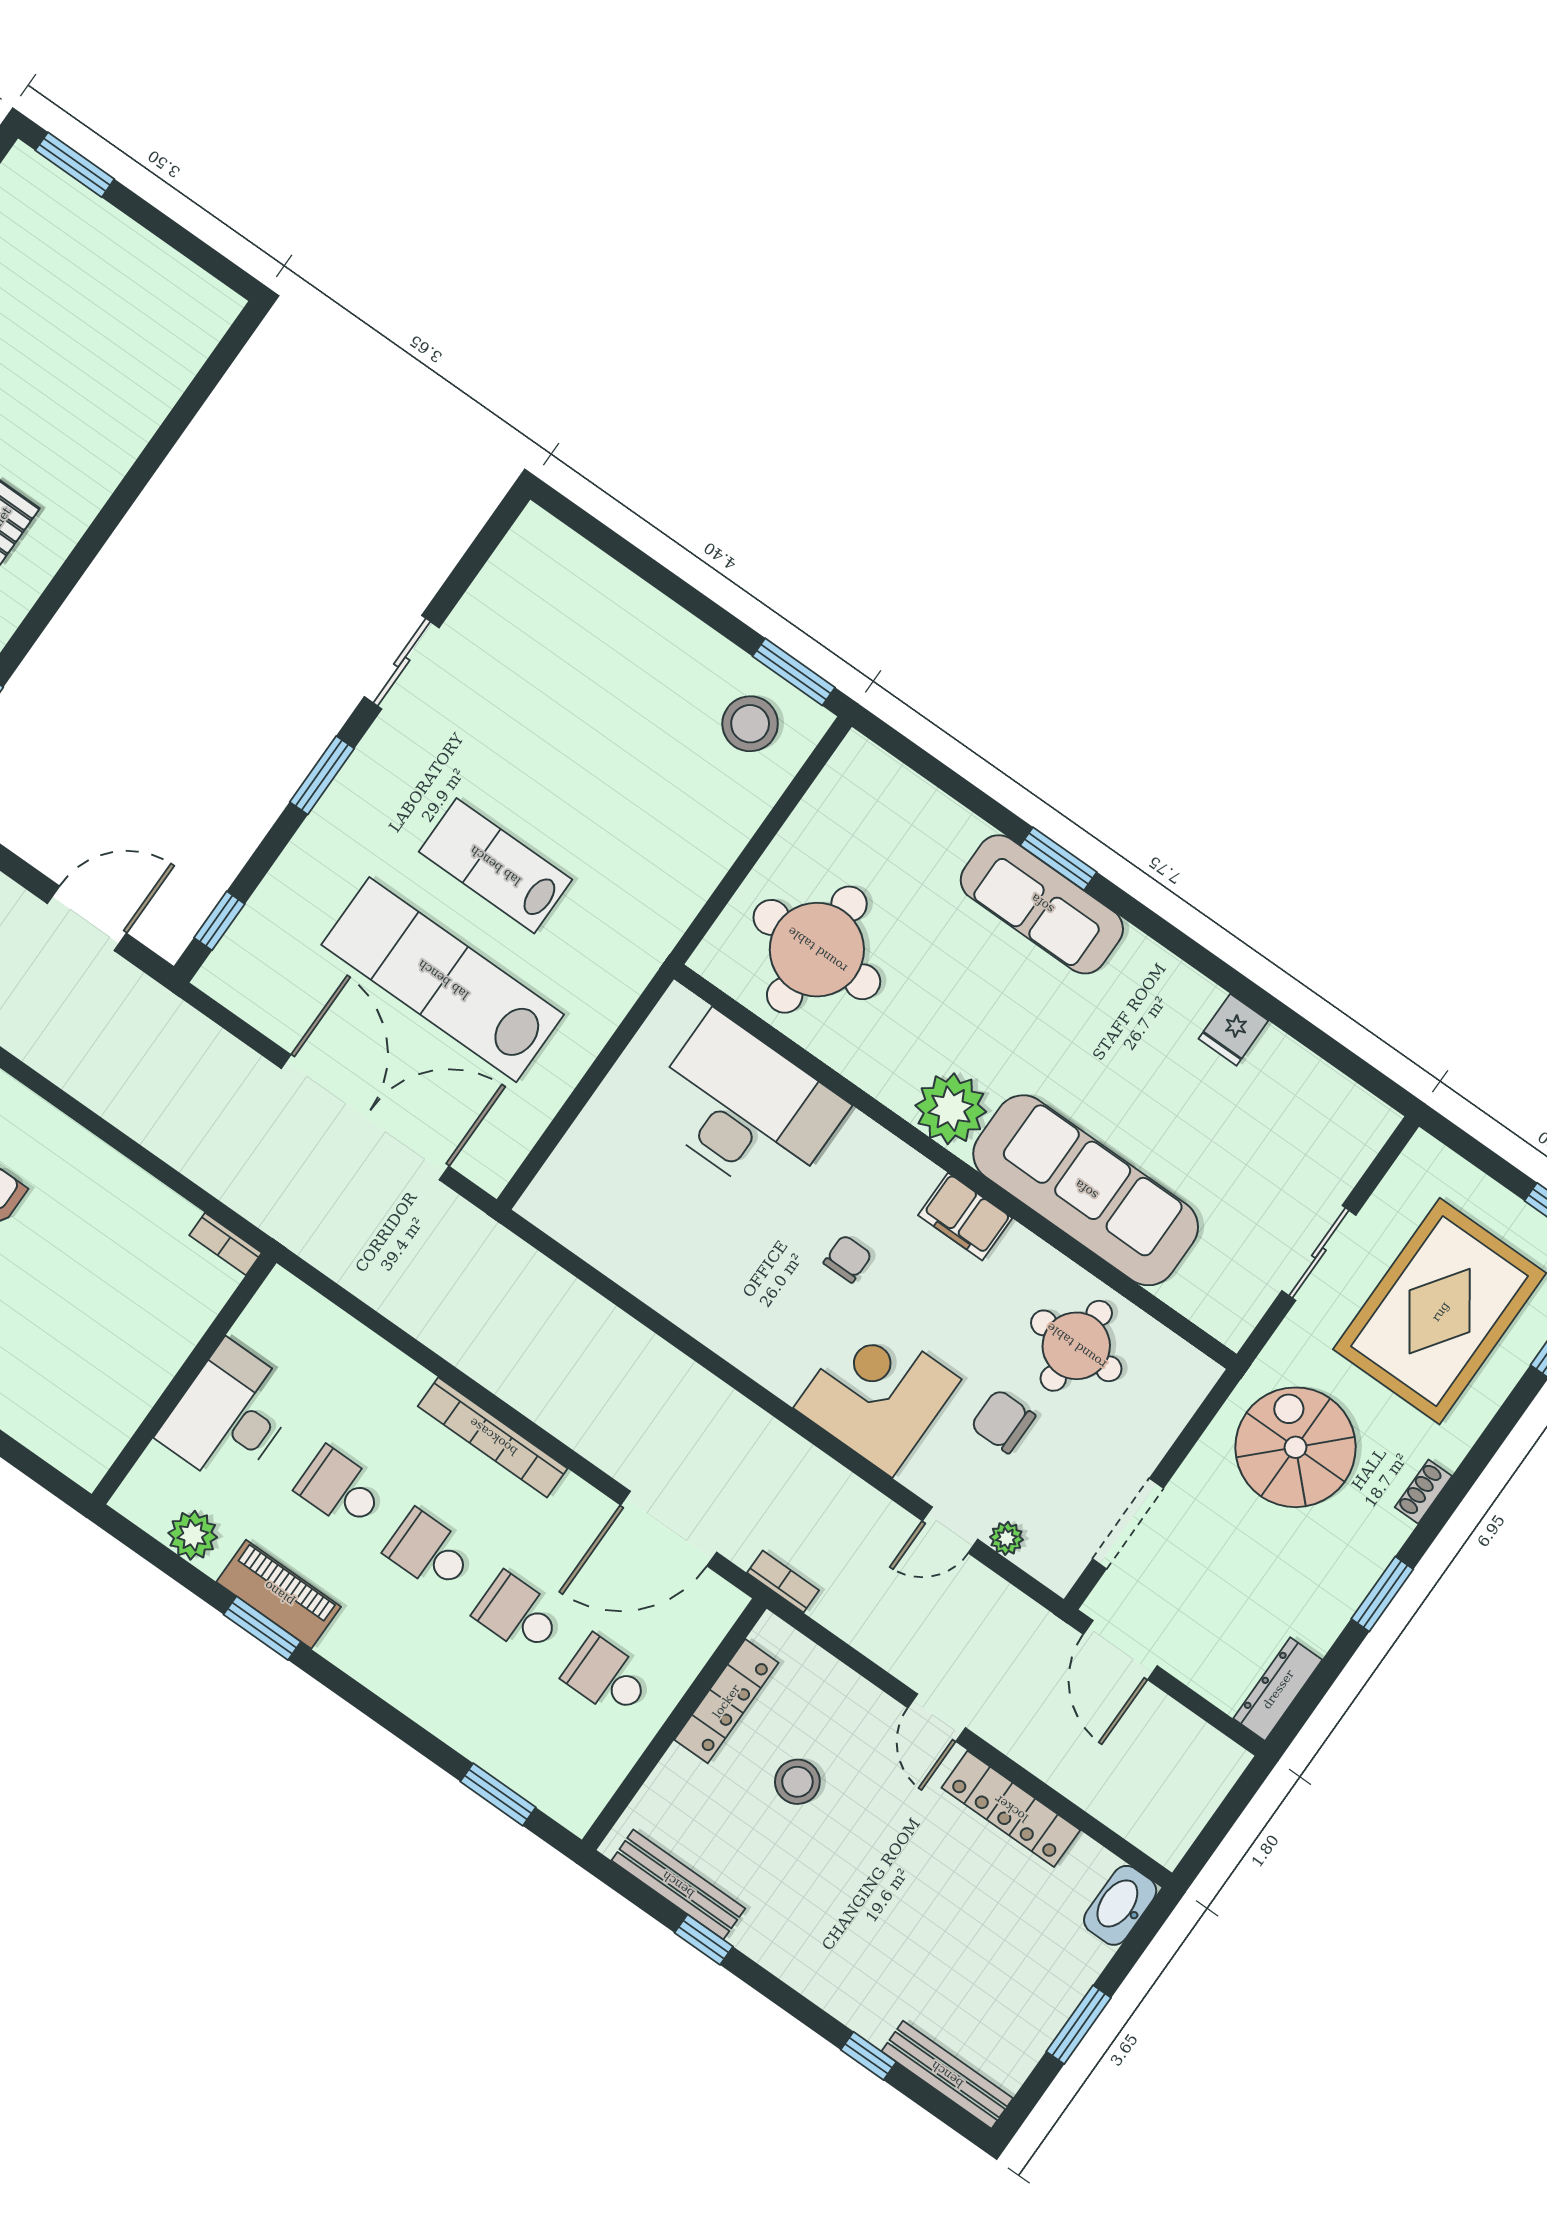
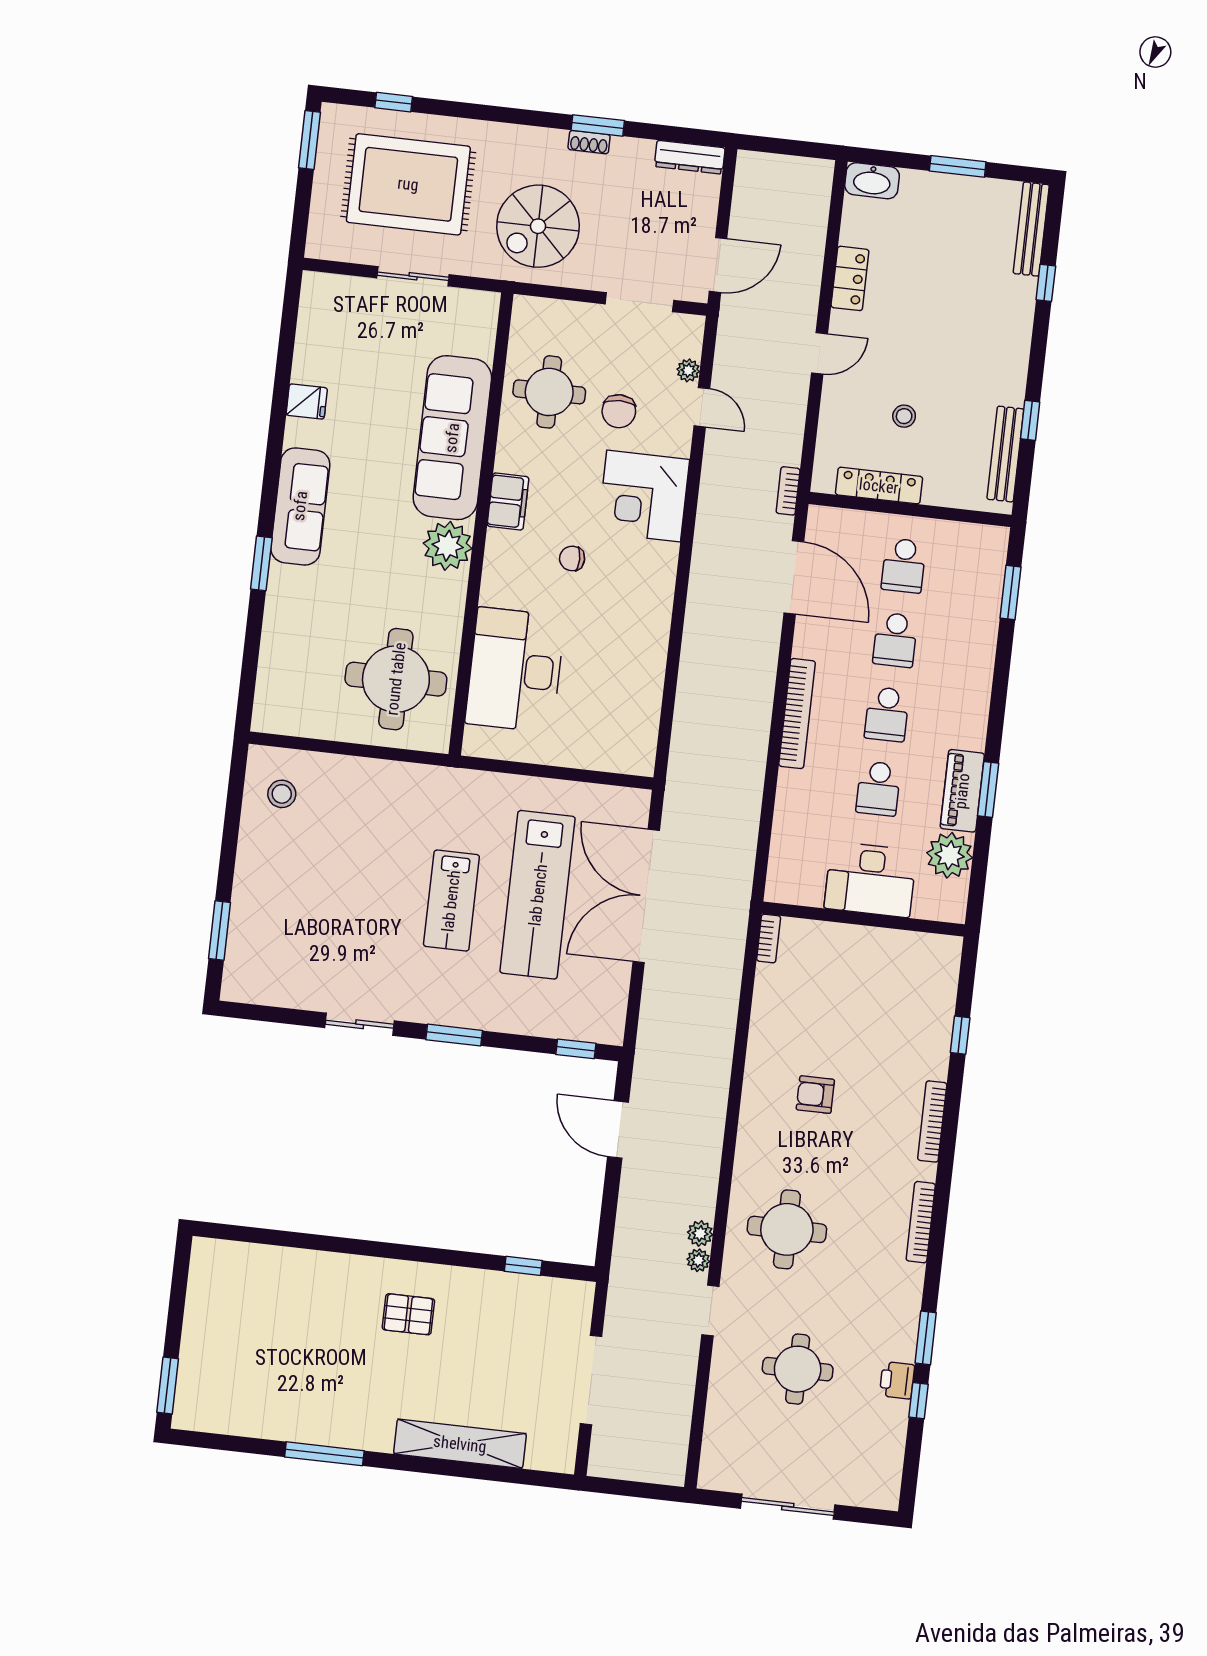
window: (794, 672) -> (220, 930), moved
stool: (750, 724) -> (282, 794), width x0.73, depth x0.73
sofa: (1042, 904) -> (300, 506), moved
shoe rack: (1423, 1492) -> (589, 142), moved
plant: (193, 1535) -> (950, 855), width x1.36, depth x1.36
stool: (797, 1782) -> (904, 416), width x0.73, depth x0.73
locker: (1011, 1809) -> (850, 278), width x0.66

